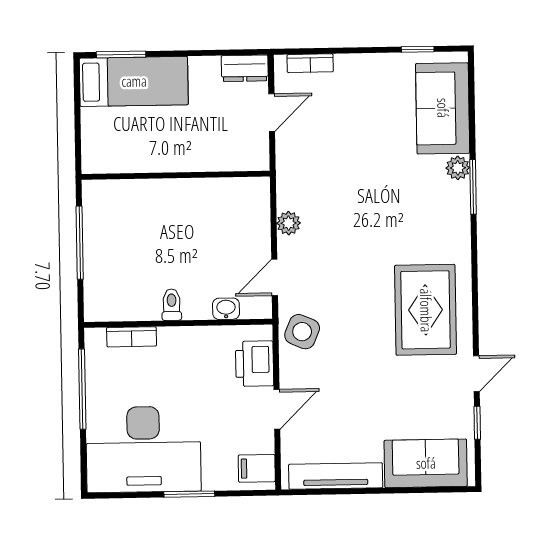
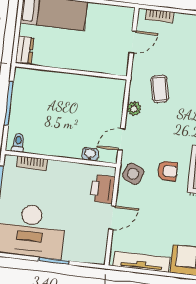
dresser: (245, 68) -> (25, 50), moved, turned -90
coffee table: (327, 185) -> (160, 89), added
toilet: (172, 305) -> (18, 143), moved
armchair: (358, 319) -> (167, 171), added
filing cabinet: (257, 468) -> (96, 251), removed

